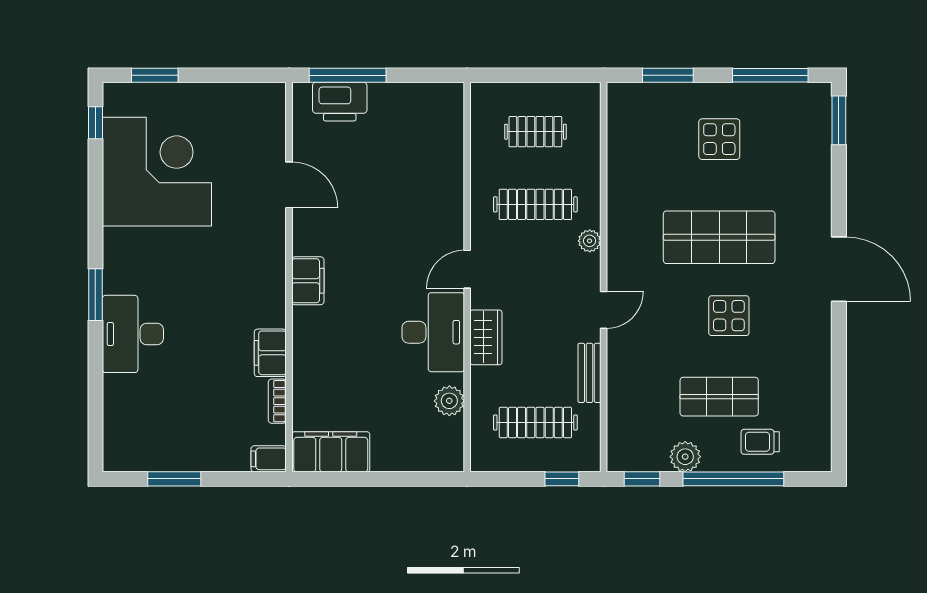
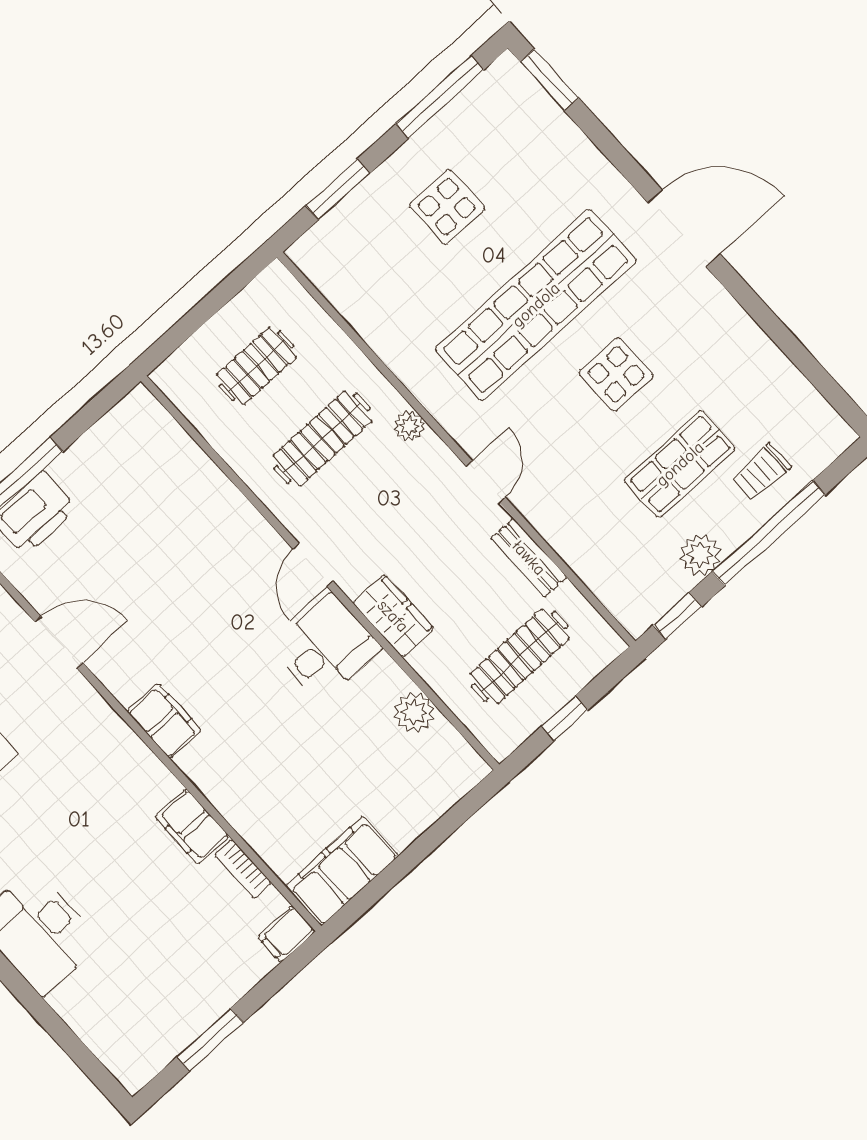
shop shelf: (719, 237) -> (536, 305), width x1.40
desk: (433, 332) -> (326, 648), width x0.73
window: (562, 479) -> (565, 718), moved

